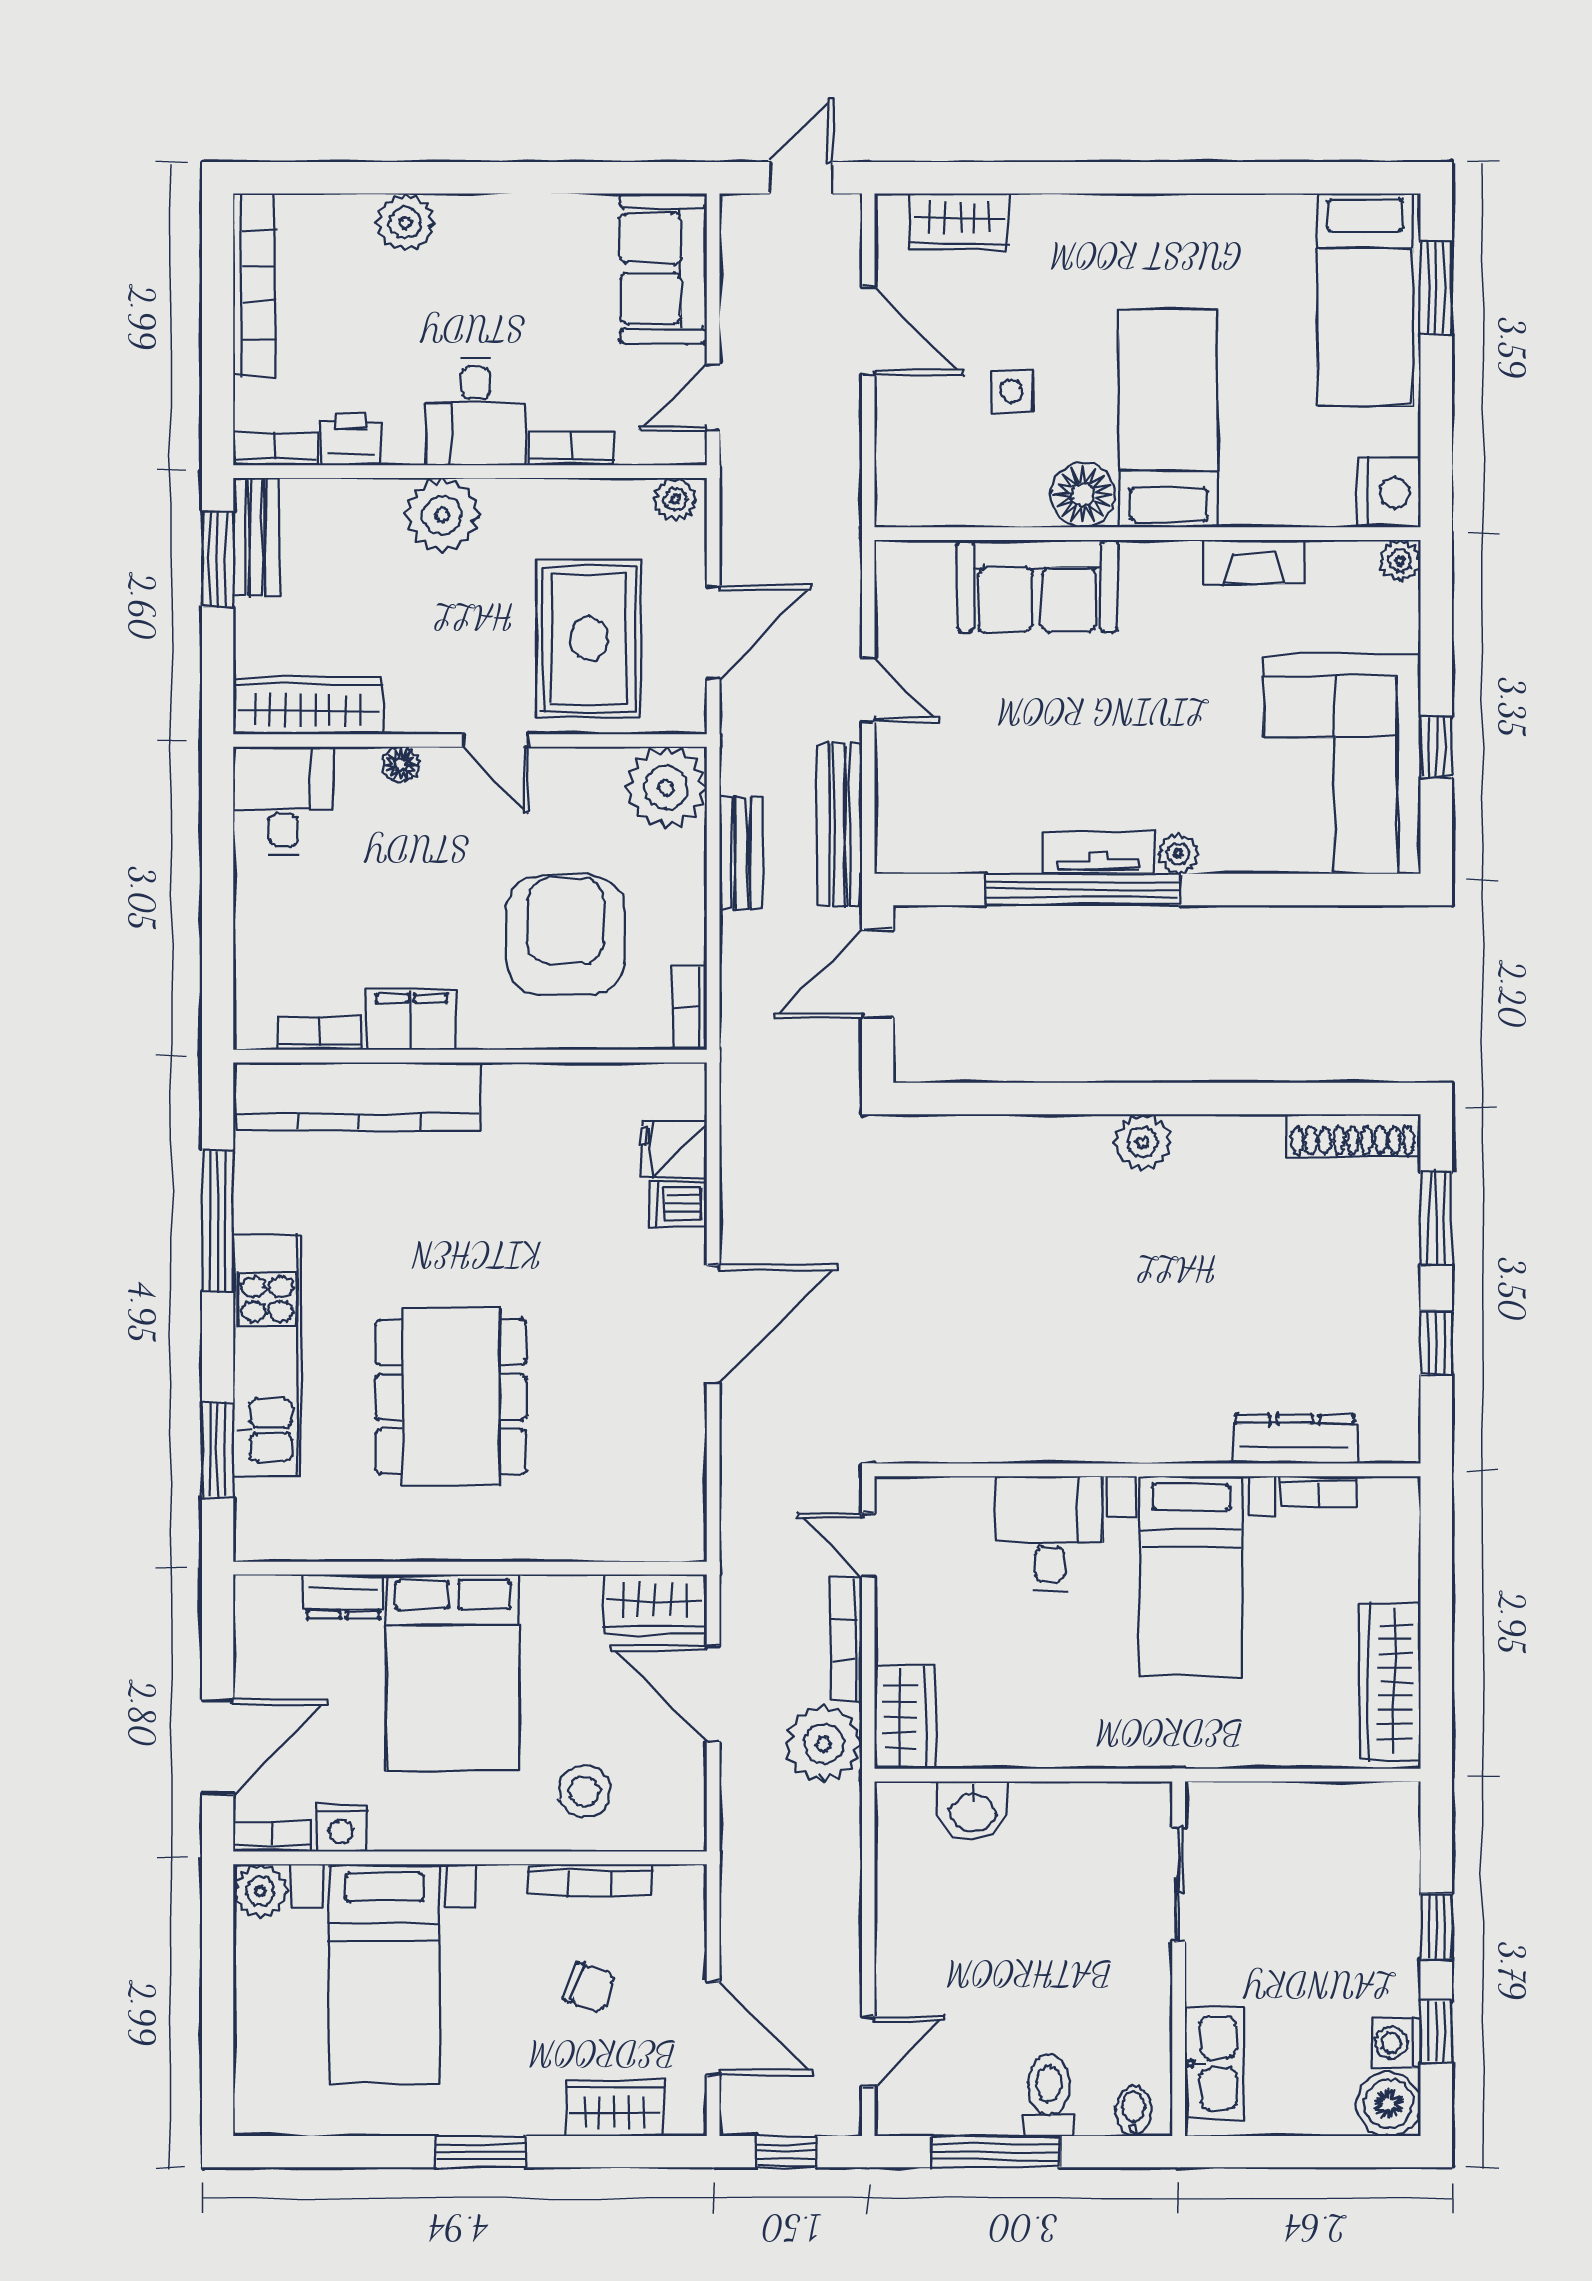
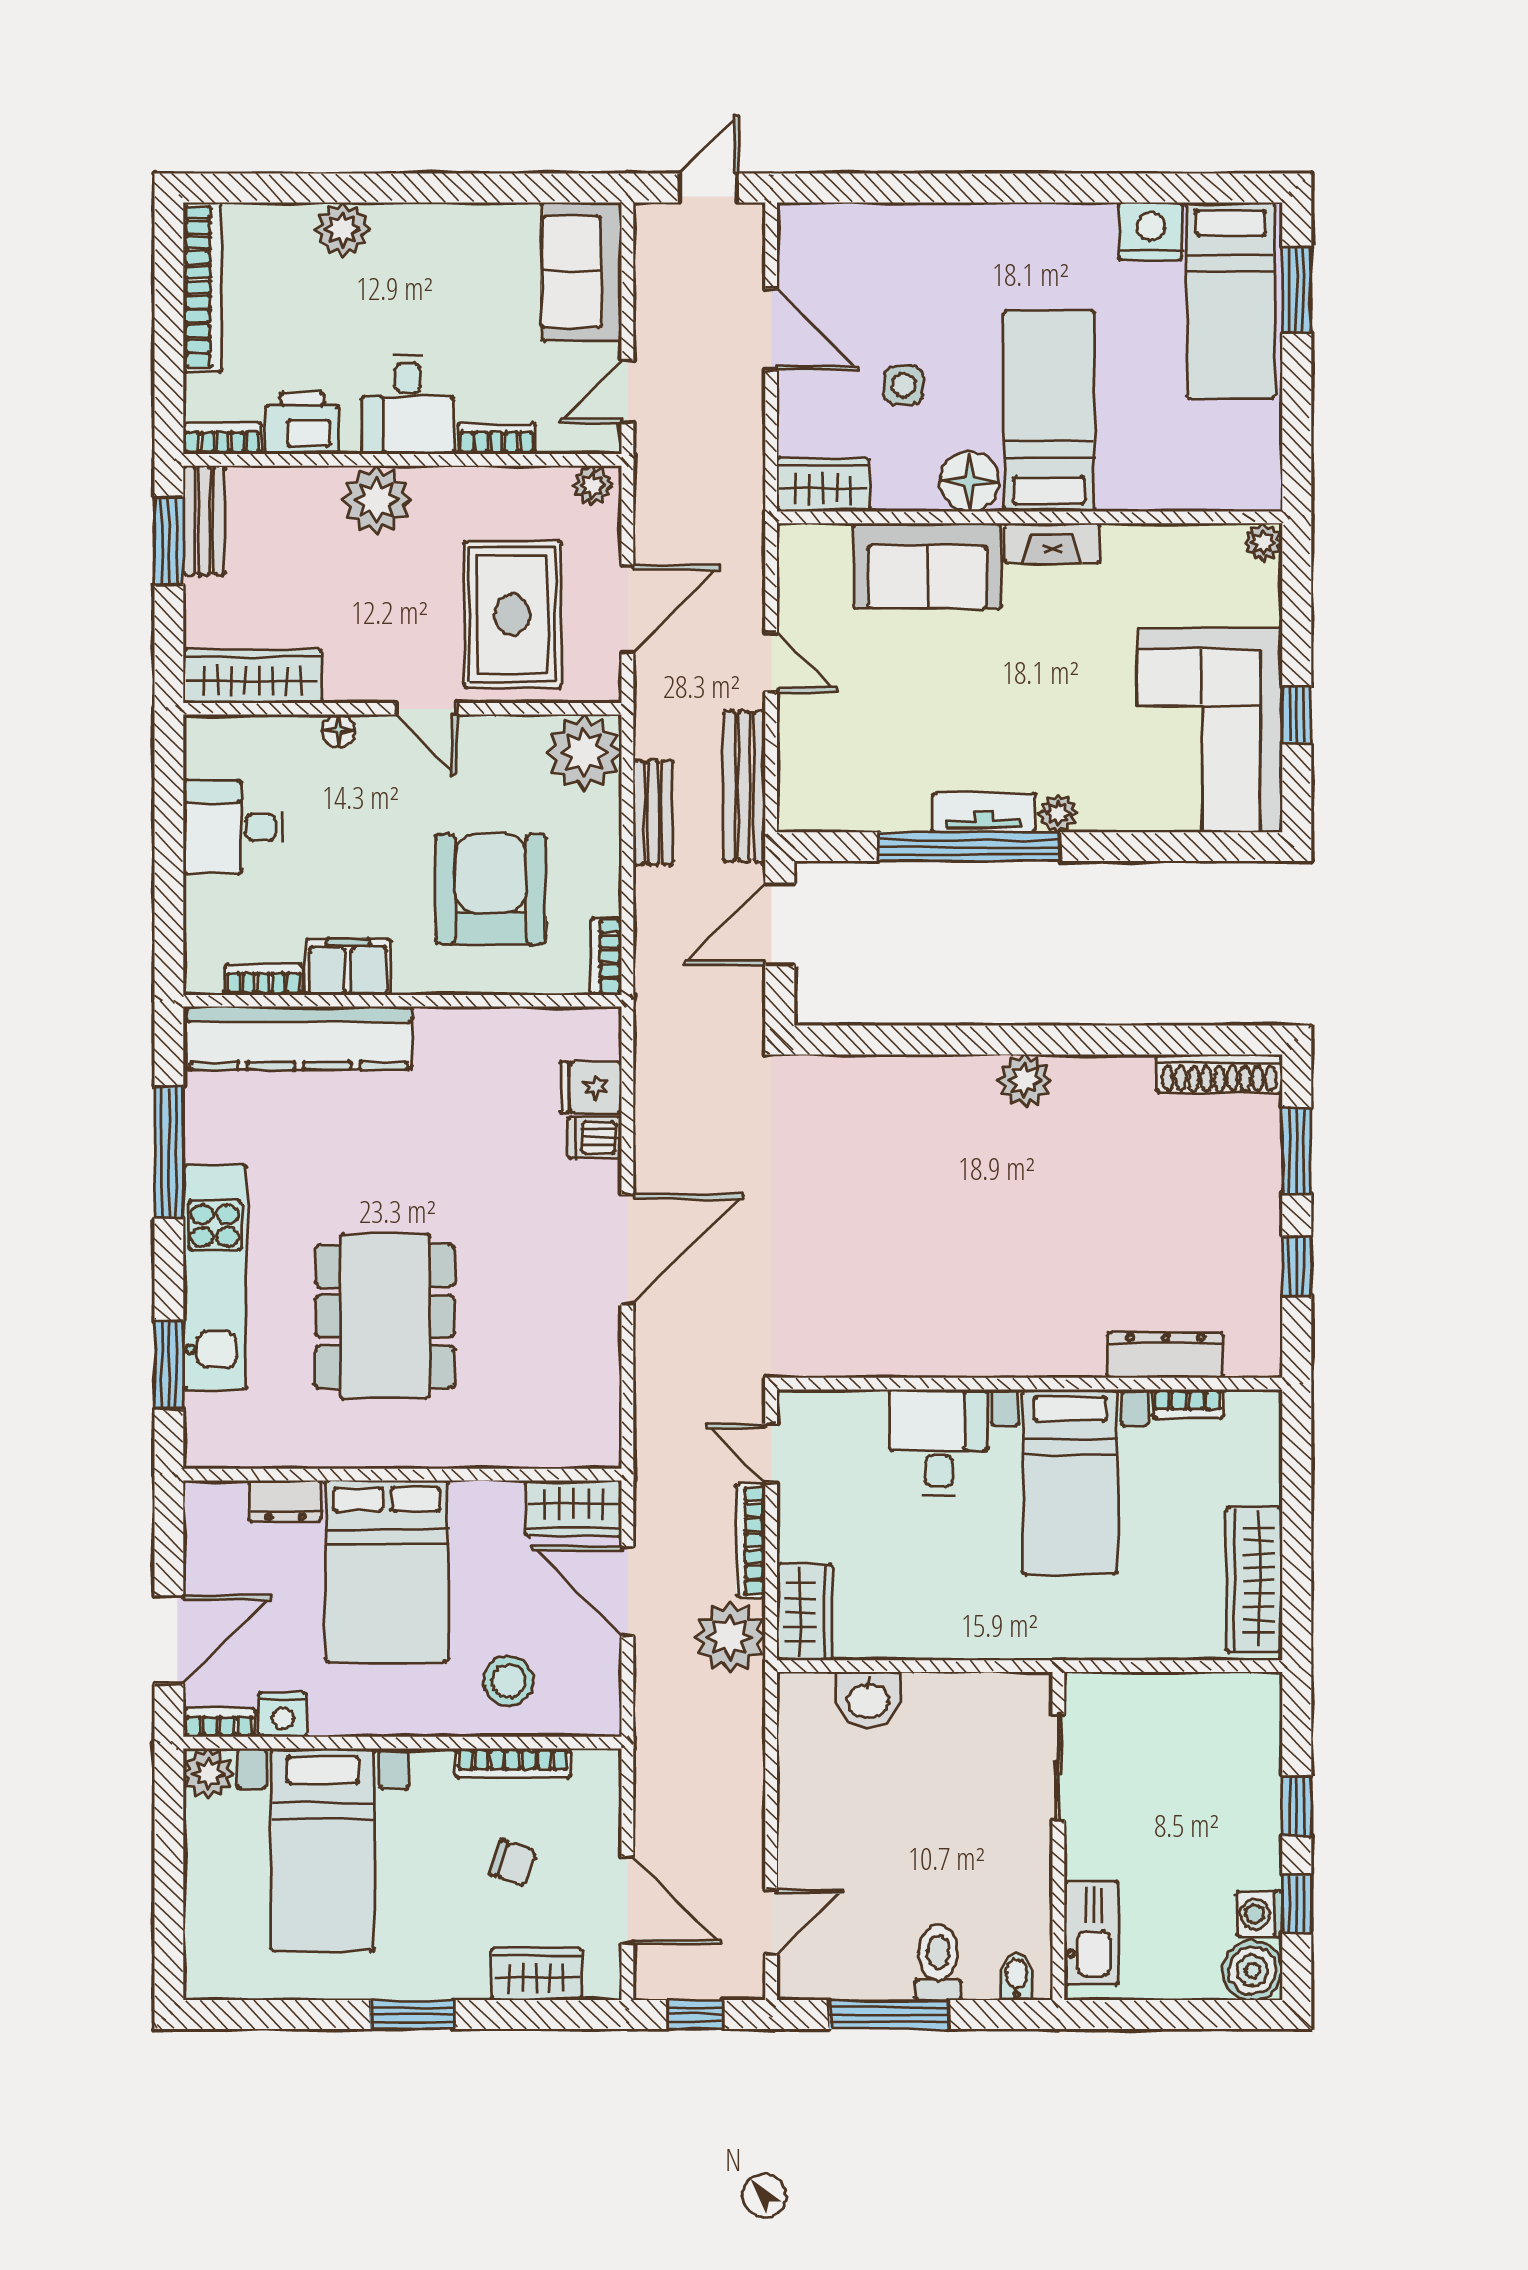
wardrobe: (959, 222) -> (823, 485), moved, turned 180
printer: (351, 439) -> (302, 424), width x1.36, depth x1.24
nightstand: (1390, 493) -> (1151, 231), moved, turned -90
fireplace: (1254, 562) -> (1052, 543), moved
desk: (283, 801) -> (233, 827), moved, turned -90

